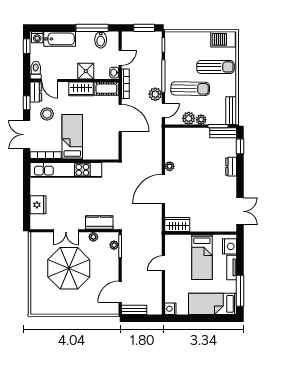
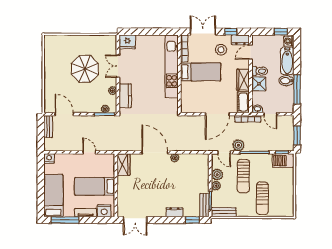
barbecue: (223, 39) -> (283, 161), moved, turned -90
bidet: (101, 40) -> (286, 81), moved
toilet: (36, 70) -> (260, 71), moved
fridge: (38, 205) -> (127, 42), moved
parasol: (69, 268) -> (85, 69), width x0.73, depth x0.73

